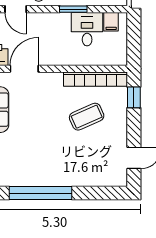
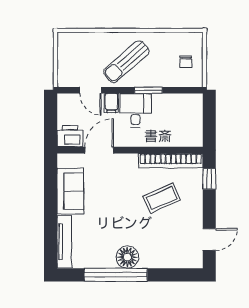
filing cabinet: (111, 22) -> (111, 103), moved
desk: (87, 29) -> (136, 110), moved
floor lamp: (52, 175) -> (127, 257), added

